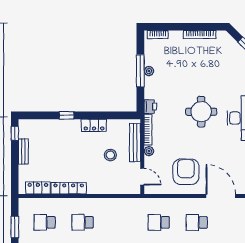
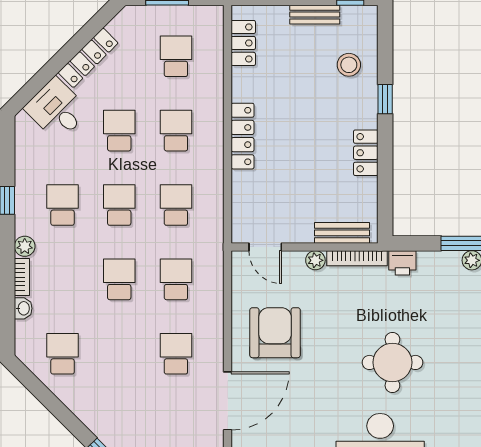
bench: (135, 143) -> (342, 233), width x0.73
stool: (110, 155) -> (349, 65), moved
armchair: (186, 172) -> (275, 333), turned -90
door: (142, 177) -> (265, 247), hinge flipped
locker: (69, 188) -> (243, 136), moved
school desk: (121, 222) -> (176, 205), added

